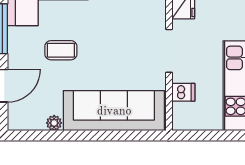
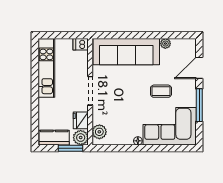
dishwasher: (183, 92) -> (81, 44), moved

